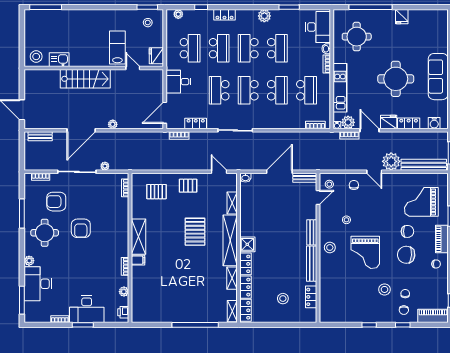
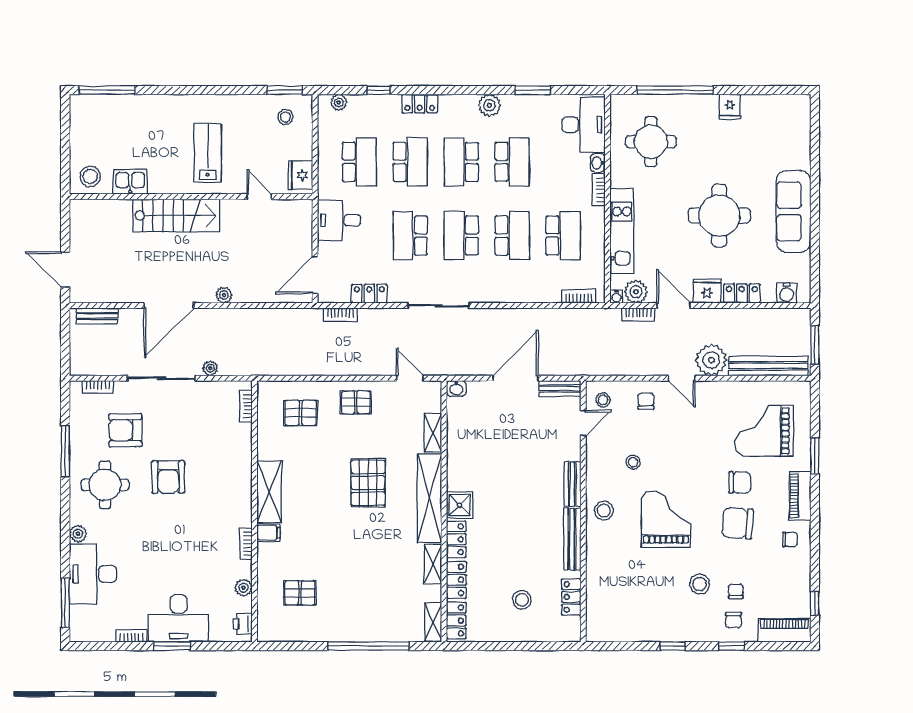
lab bench: (117, 47) -> (208, 153), moved
grand piano: (365, 252) -> (666, 519), turned 180
pallet: (156, 295) -> (300, 593), added

